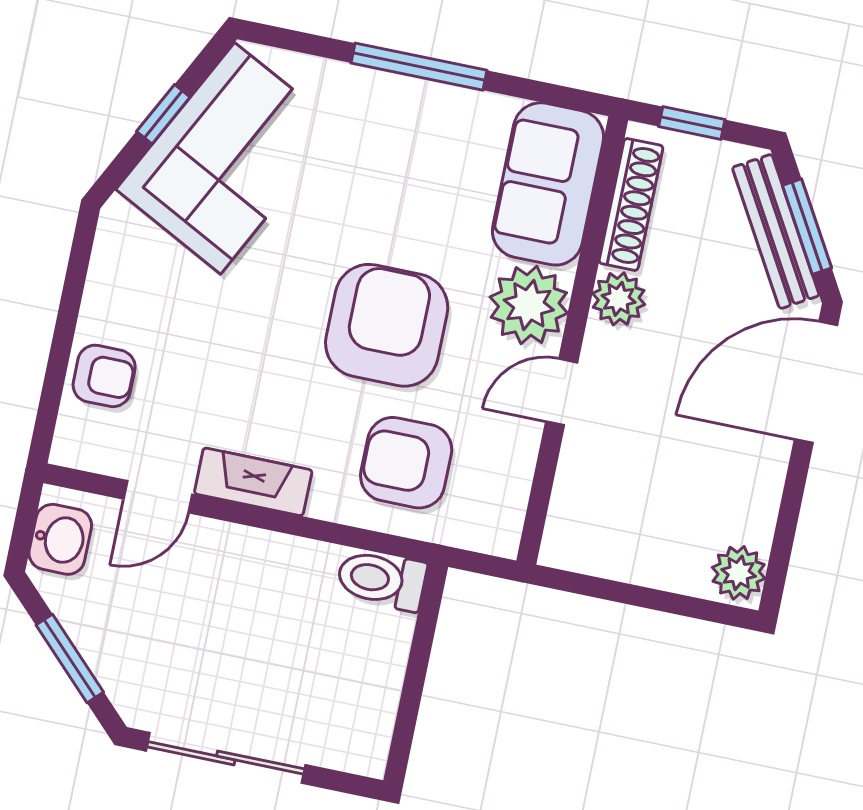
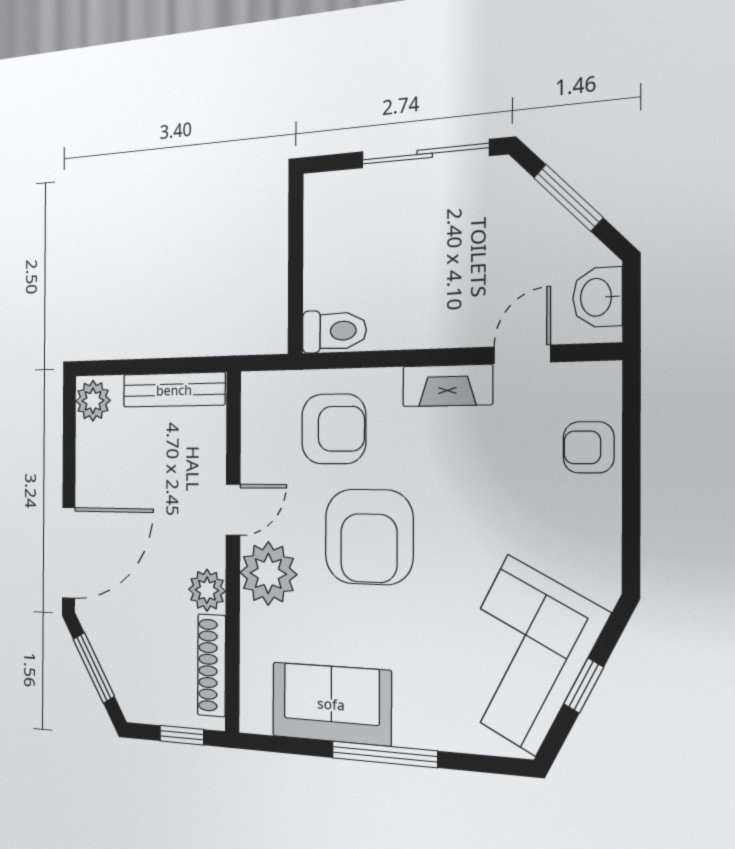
sofa: (548, 184) -> (331, 704), moved, turned -90
bench: (776, 231) -> (174, 390), moved, turned -60

